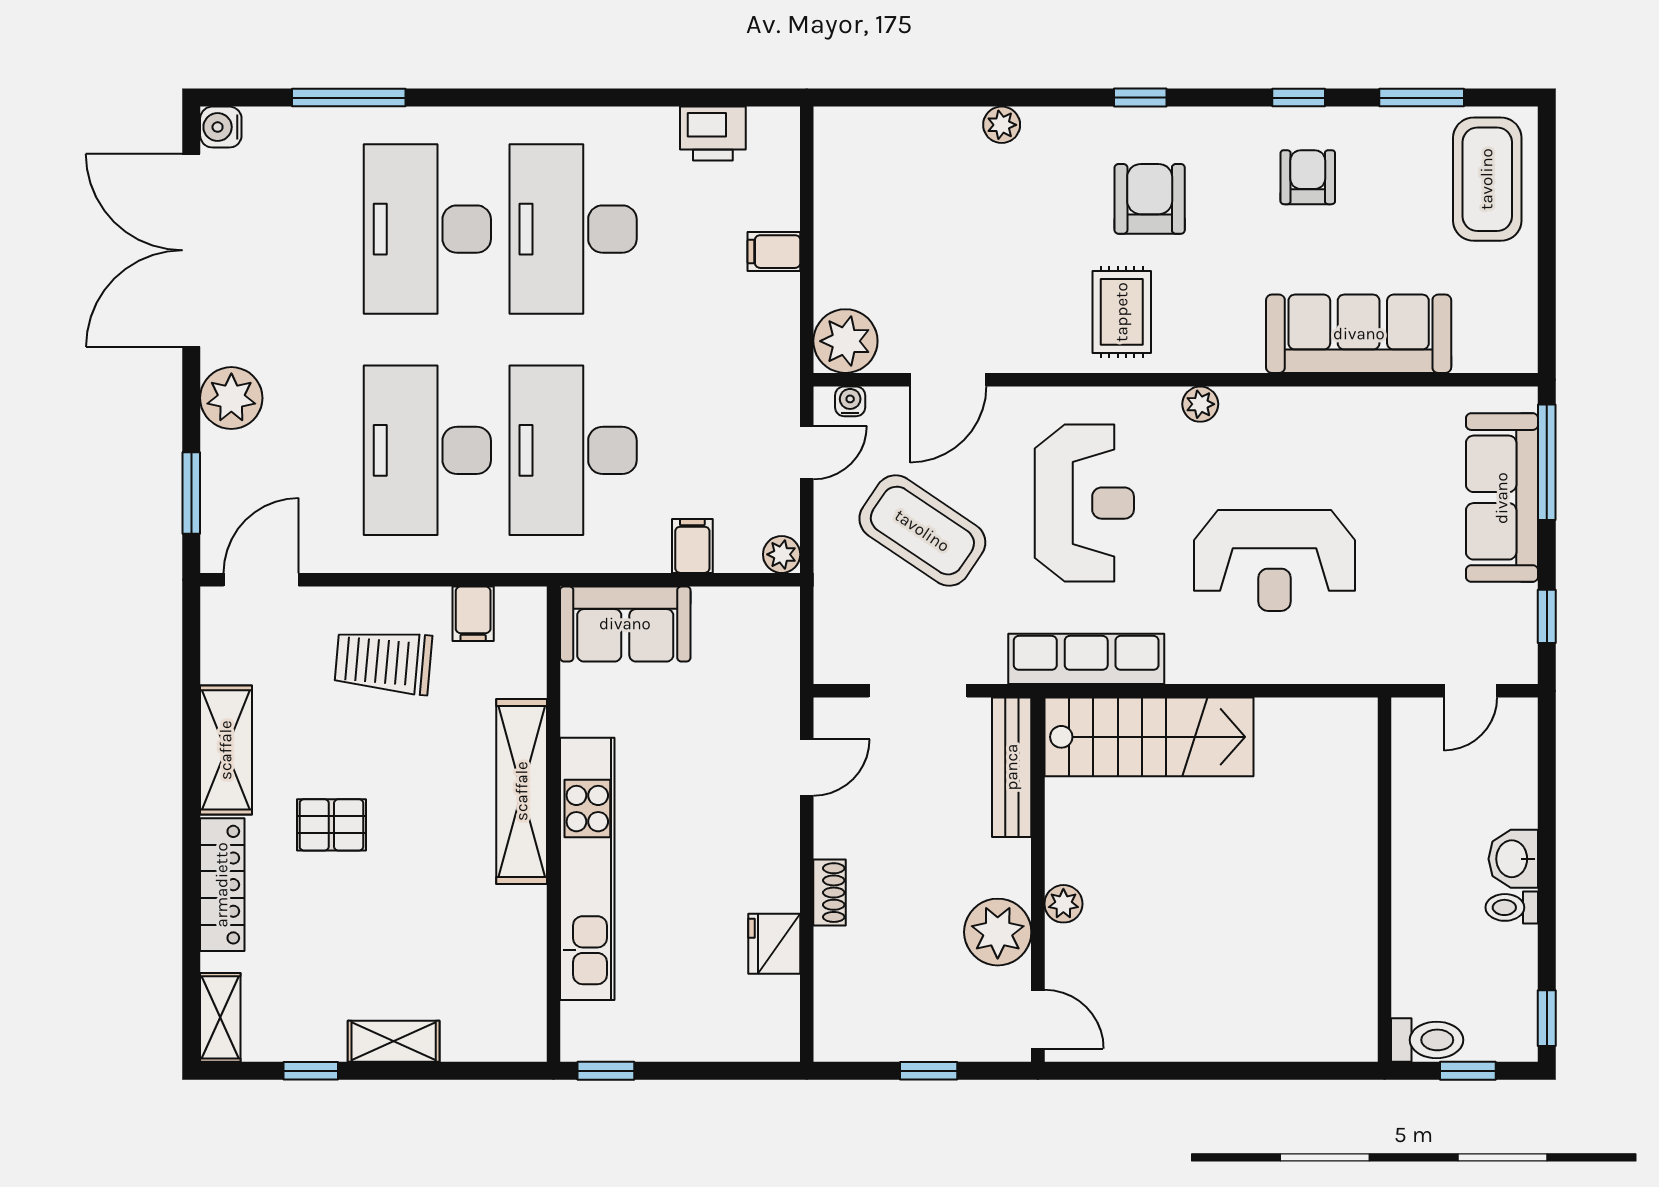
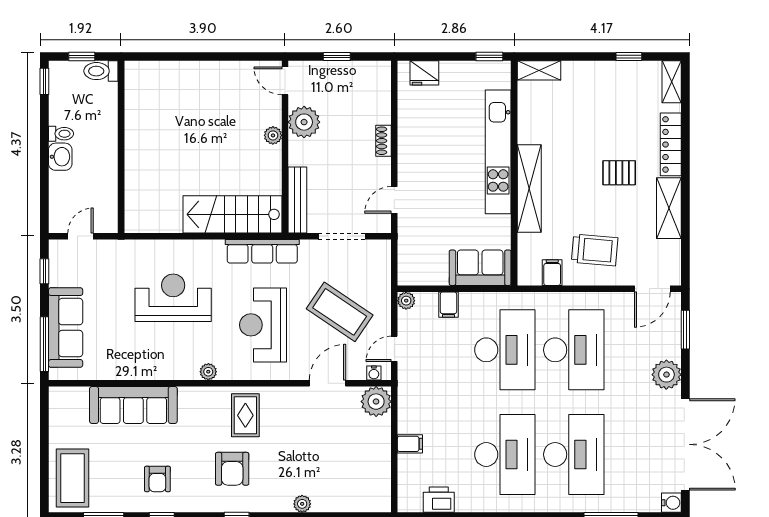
fridge: (774, 944) -> (424, 73), moved, turned 90
shelving: (394, 1041) -> (539, 70), moved

